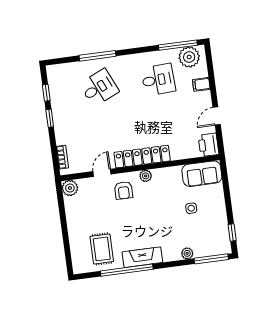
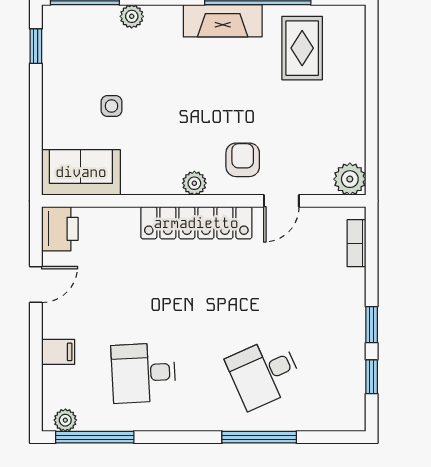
plant: (189, 57) -> (65, 420), width x0.53, depth x0.53

